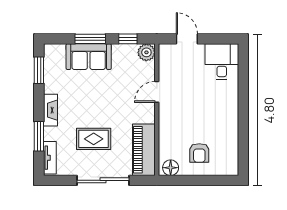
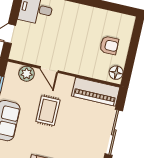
plant: (146, 52) -> (27, 74), moved
rug: (94, 139) -> (48, 111), moved

